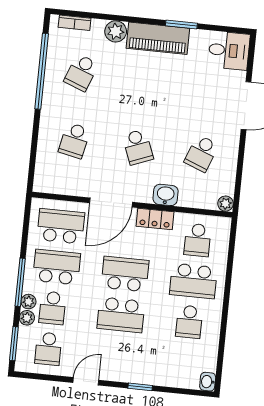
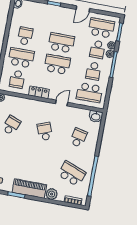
school desk: (81, 73) -> (72, 174), width x1.85
washbasin: (166, 195) -> (96, 116), moved
door: (111, 203) -> (62, 103), width x0.53
school desk: (197, 240) -> (17, 79), turned 180
school desk: (57, 267) -> (93, 71), width x0.54
school desk: (125, 274) -> (57, 64), turned 180
school desk: (52, 308) -> (97, 49), turned 180
school desk: (48, 349) -> (101, 28), width x1.85

